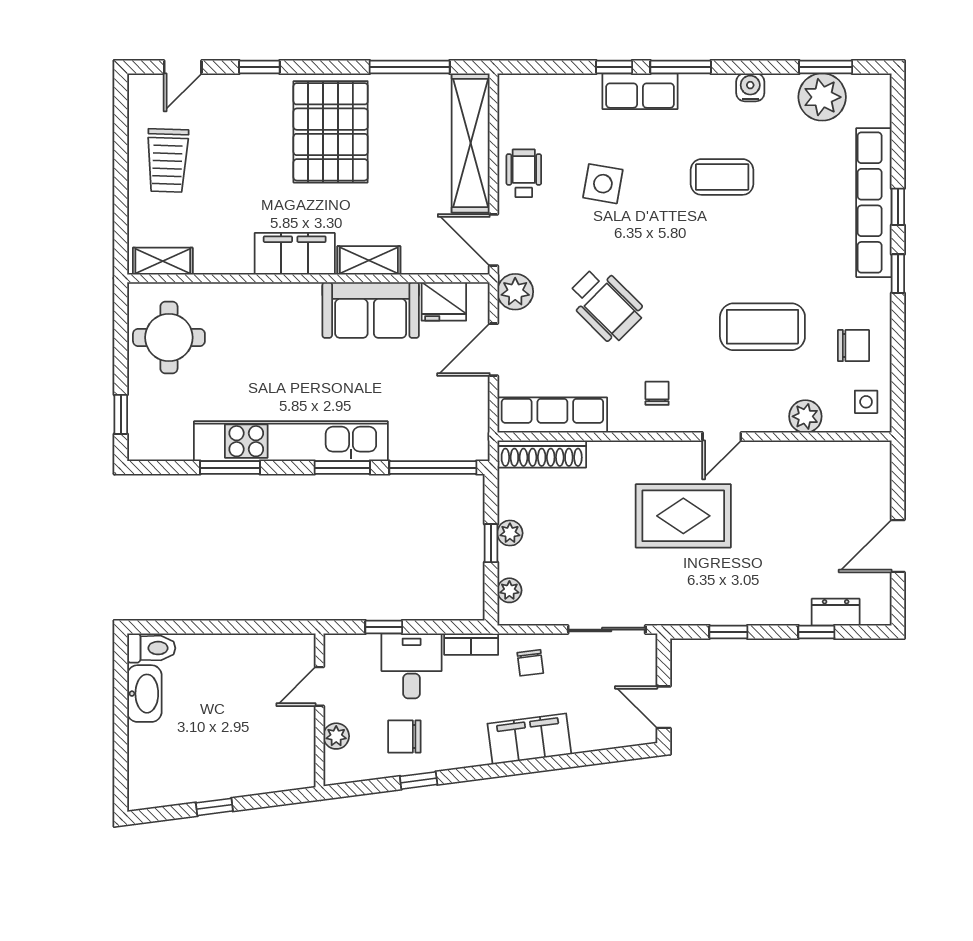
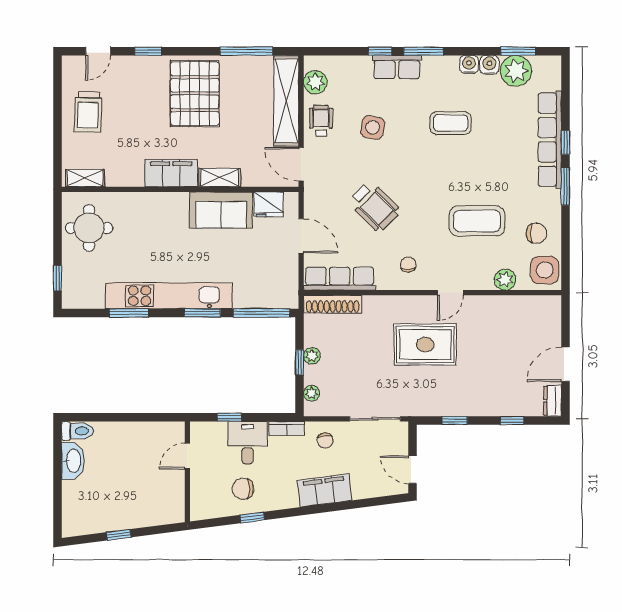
water cooler: (781, 88) -> (489, 65), added
window: (898, 274) -> (565, 186), width x1.50
plant: (515, 292) -> (315, 82), moved
door: (493, 350) -> (301, 236), swing flipped
side table: (866, 402) -> (545, 270), width x1.87, depth x1.87
dresser: (836, 612) -> (553, 401), moved, turned -90
plant: (336, 736) -> (198, 489), removed

